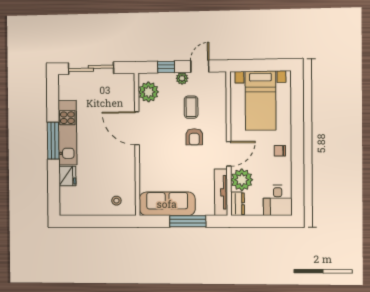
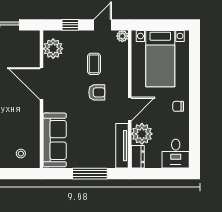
plant: (182, 78) -> (122, 36), moved
armchair: (194, 137) -> (97, 92), turned -90
sofa: (167, 204) -> (55, 140), moved, turned 90

